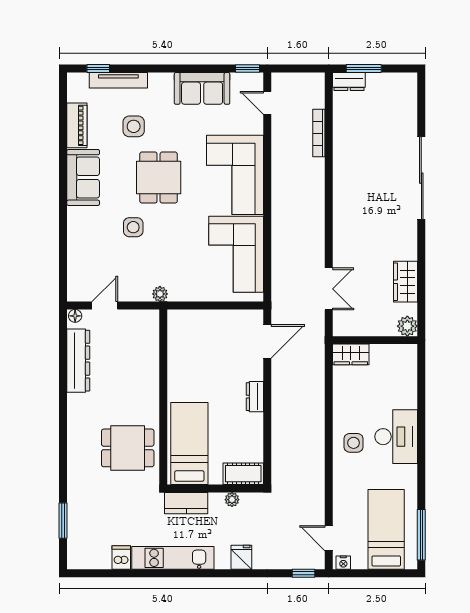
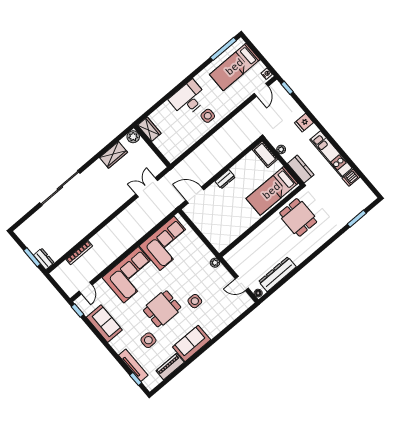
wardrobe: (351, 354) -> (149, 129), moved

